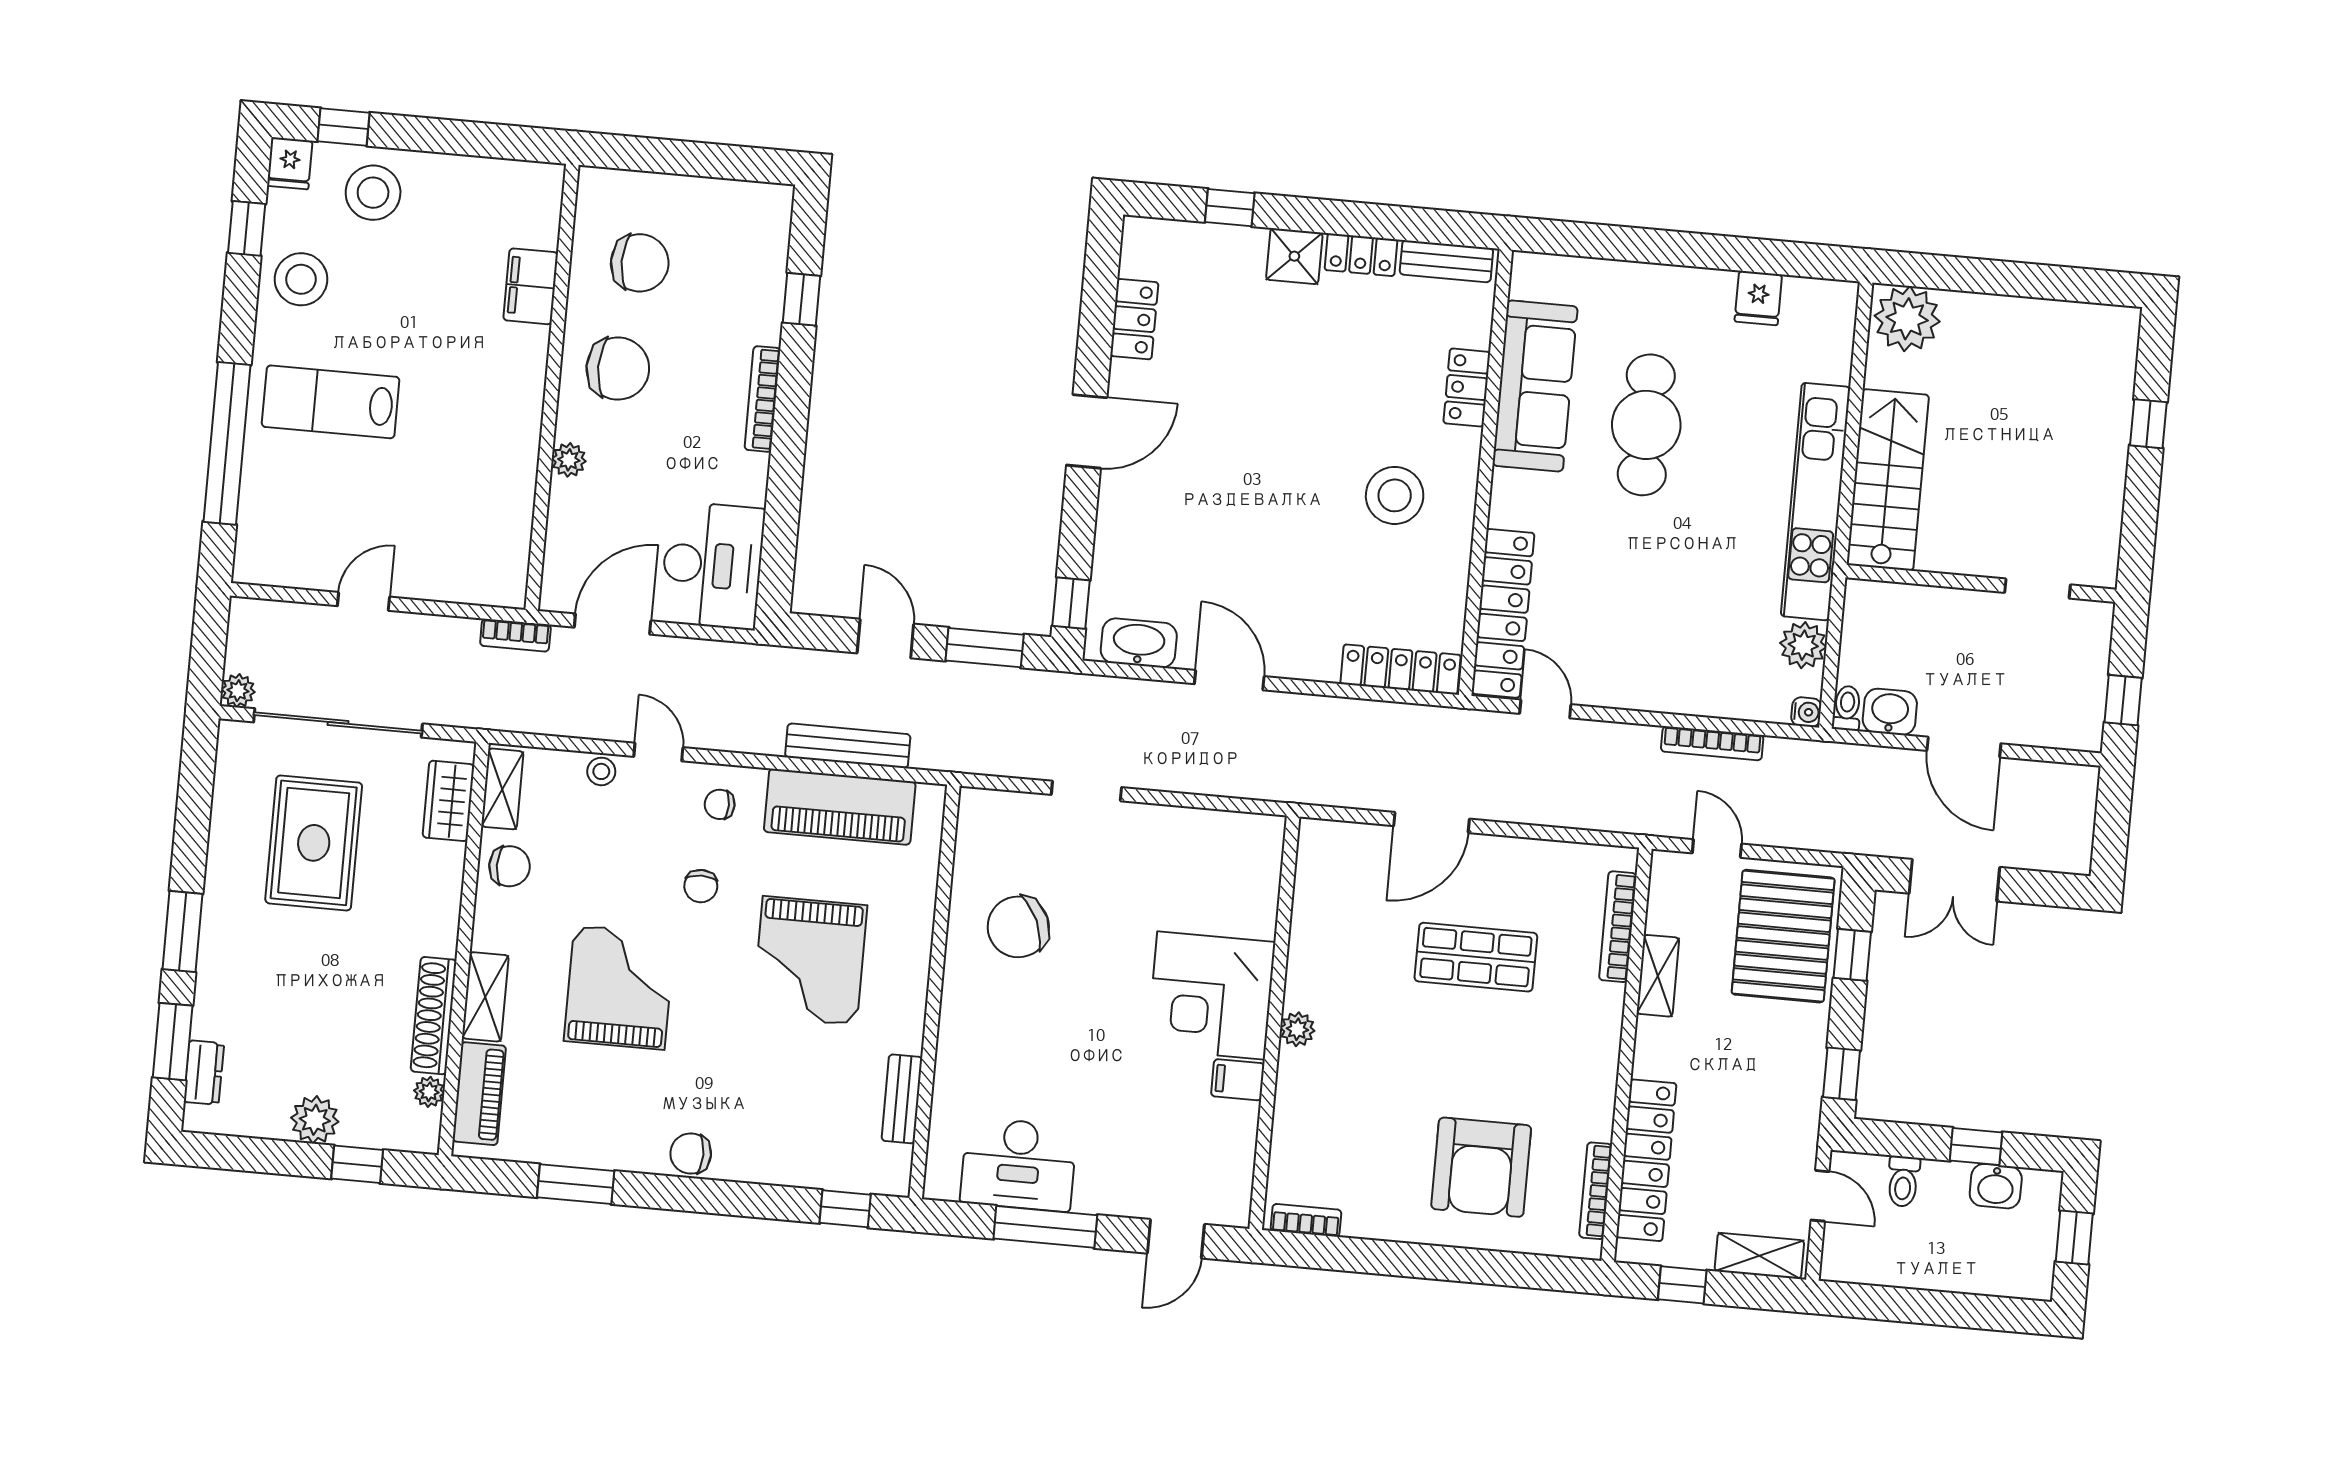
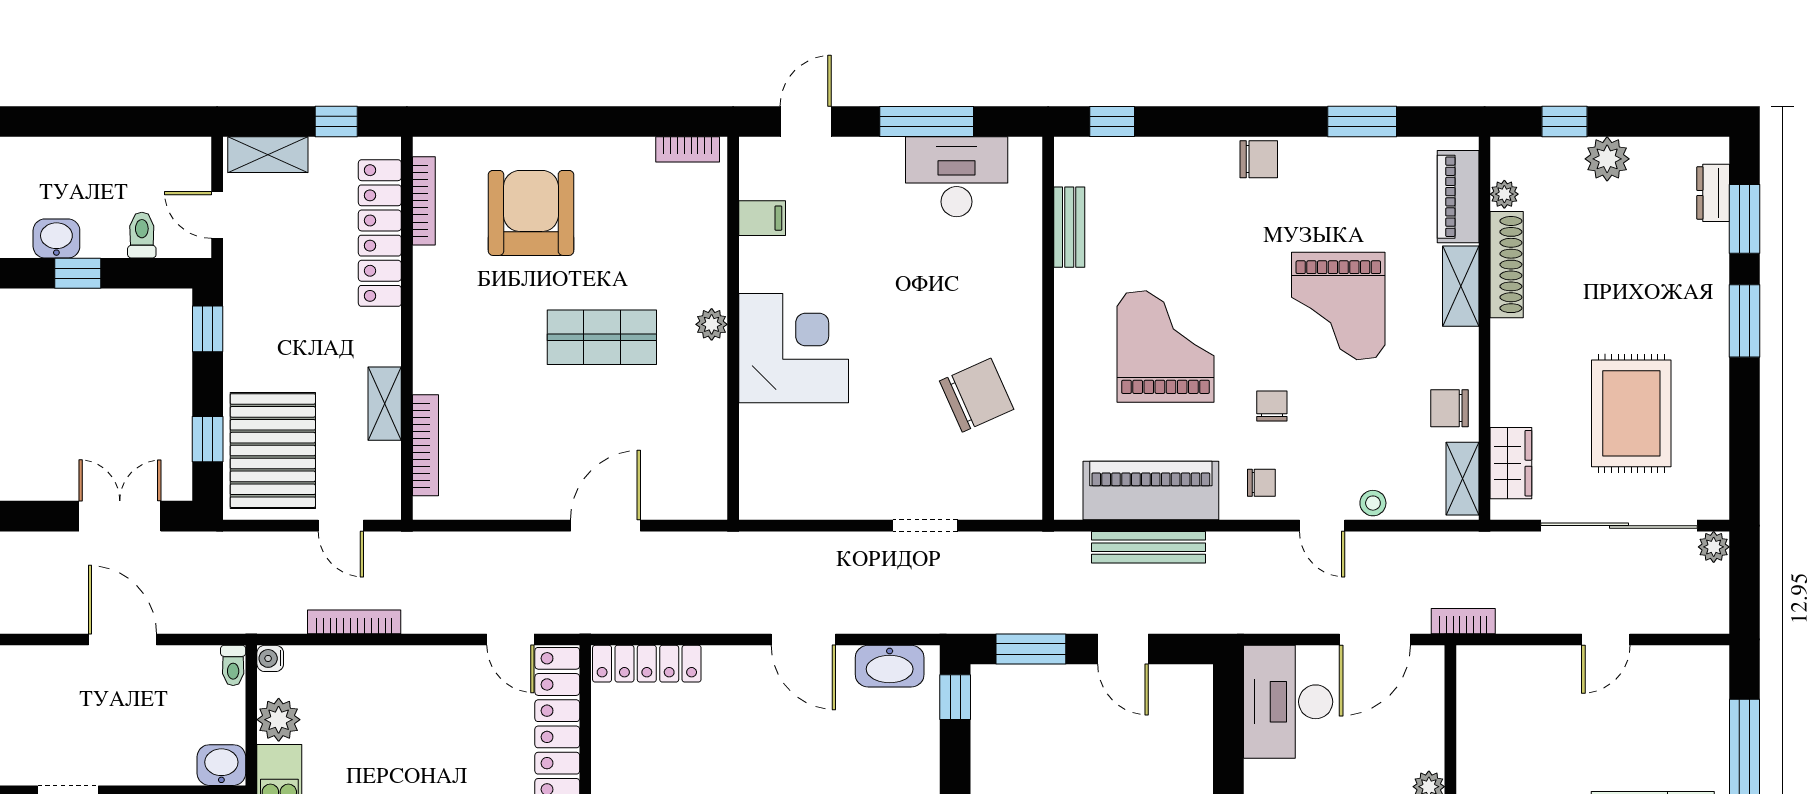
washbasin: (1890, 712) -> (221, 765), moved, turned 180
shop shelf: (1476, 957) -> (602, 337), moved
filing cabinet: (1238, 1080) -> (762, 218), moved

